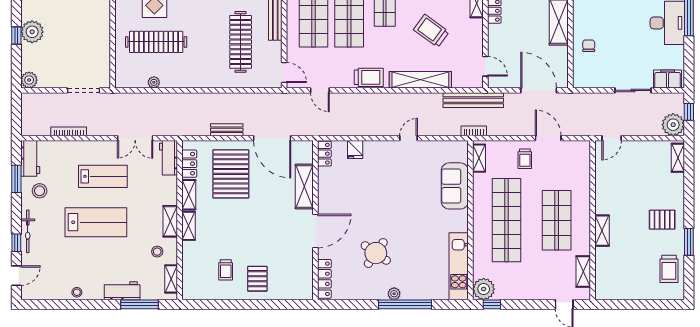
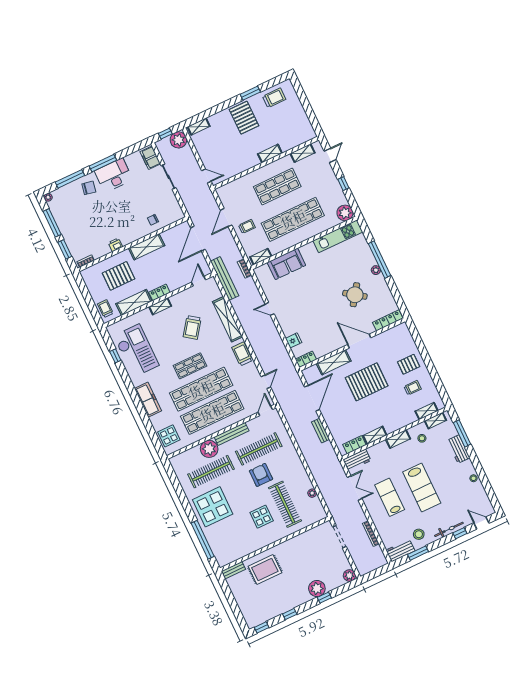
armchair: (207, 29) -> (261, 475), added
pallet: (231, 174) -> (367, 382), moved
pallet: (662, 220) -> (244, 118), width x1.50, depth x1.42
lab bench: (96, 222) -> (422, 487), turned 180
shelving: (189, 226) -> (427, 411), moved
window: (492, 304) -> (343, 184), moved

